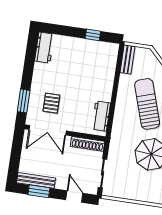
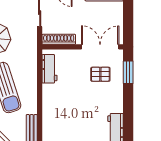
pallet: (51, 103) -> (100, 74), turned 90

